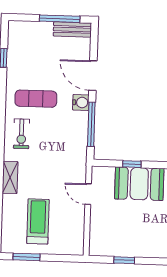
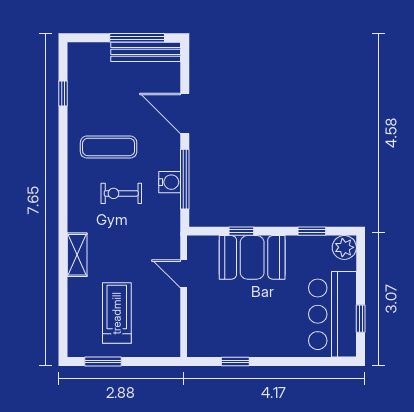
bench: (72, 29) -> (146, 52), width x1.36
water cooler: (81, 102) -> (170, 182), moved
exercise bike: (21, 134) -> (121, 193), moved, turned 90

